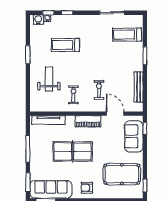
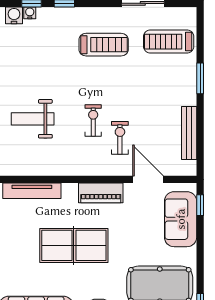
treadmill: (65, 45) -> (104, 45), moved, turned 180
weight bench: (49, 79) -> (33, 119), turned -90
exercise bike: (73, 95) -> (93, 121), moved

